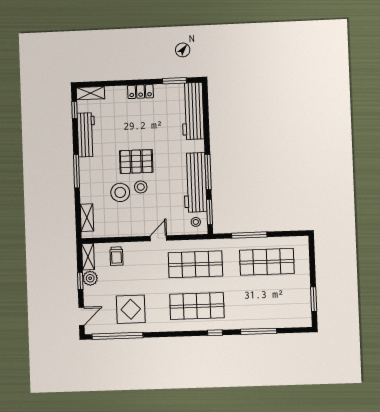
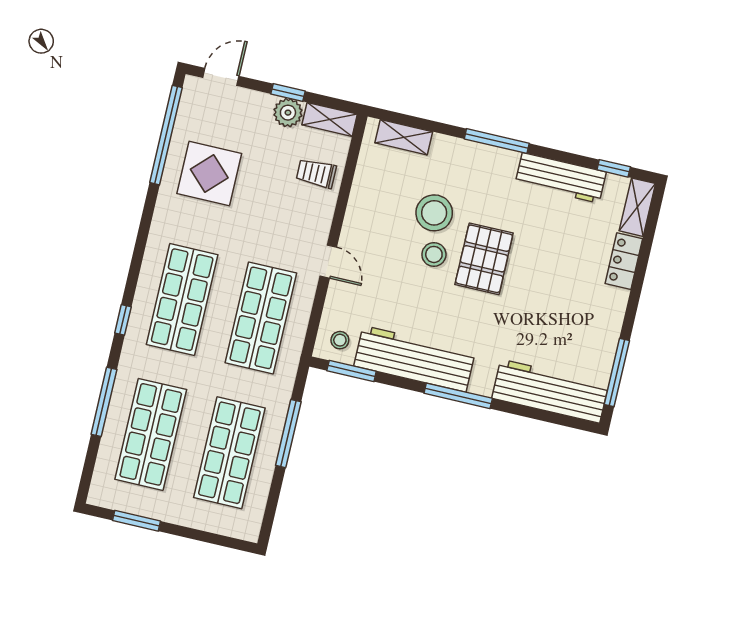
window: (175, 81) -> (617, 373), width x1.44
locker: (141, 92) -> (624, 261), moved
window: (208, 172) -> (458, 396), moved
shop shelf: (268, 304) -> (151, 434), added
door: (81, 316) -> (221, 77), swing flipped

